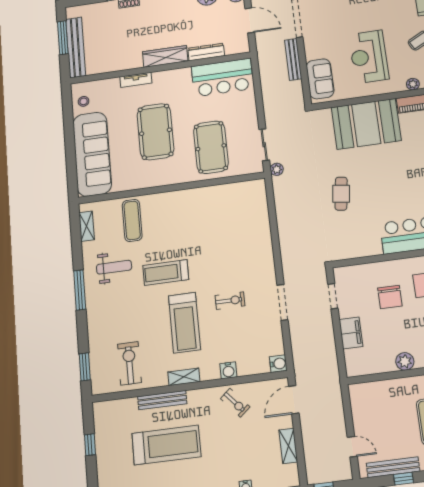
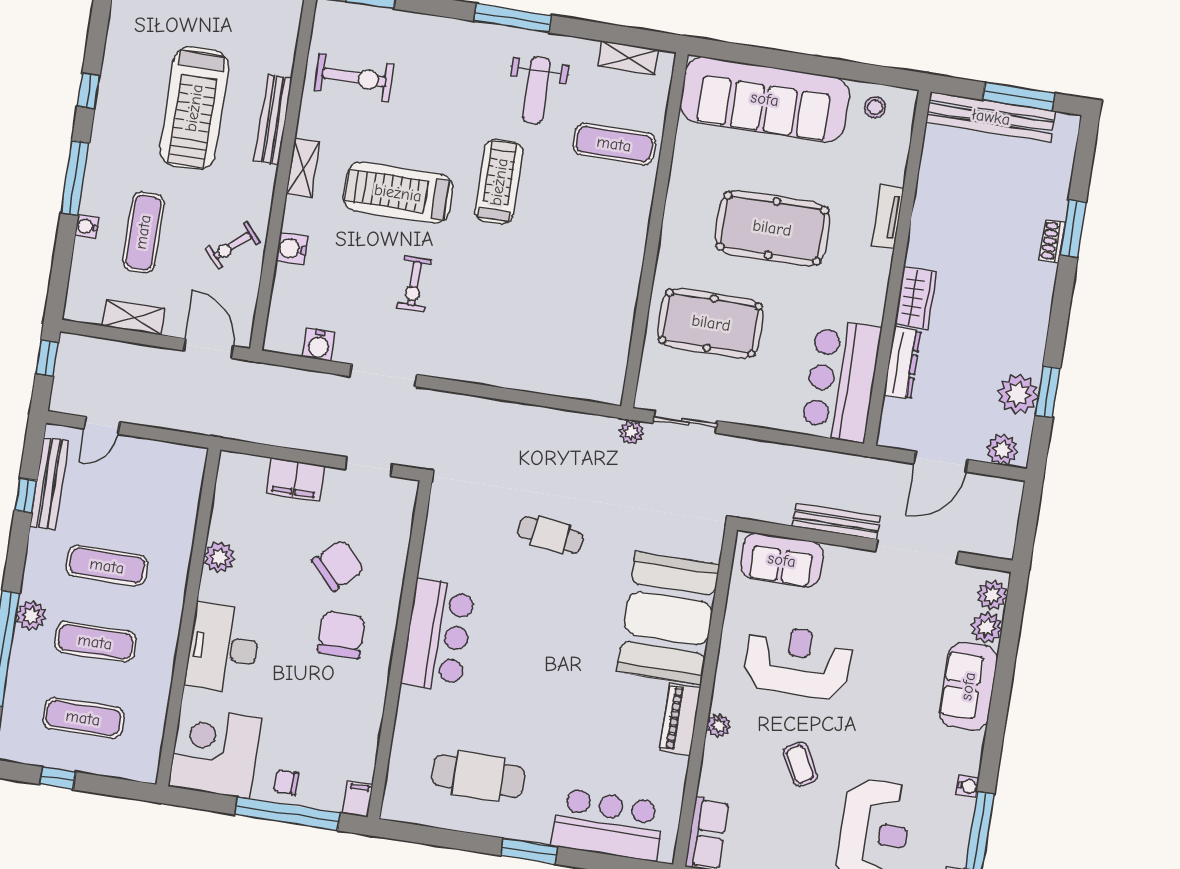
wardrobe: (165, 56) -> (916, 298), width x0.67
chair: (390, 297) -> (338, 565), turned 137
water cooler: (278, 364) -> (319, 345), moved
exercise mat: (241, 454) -> (143, 232), added

